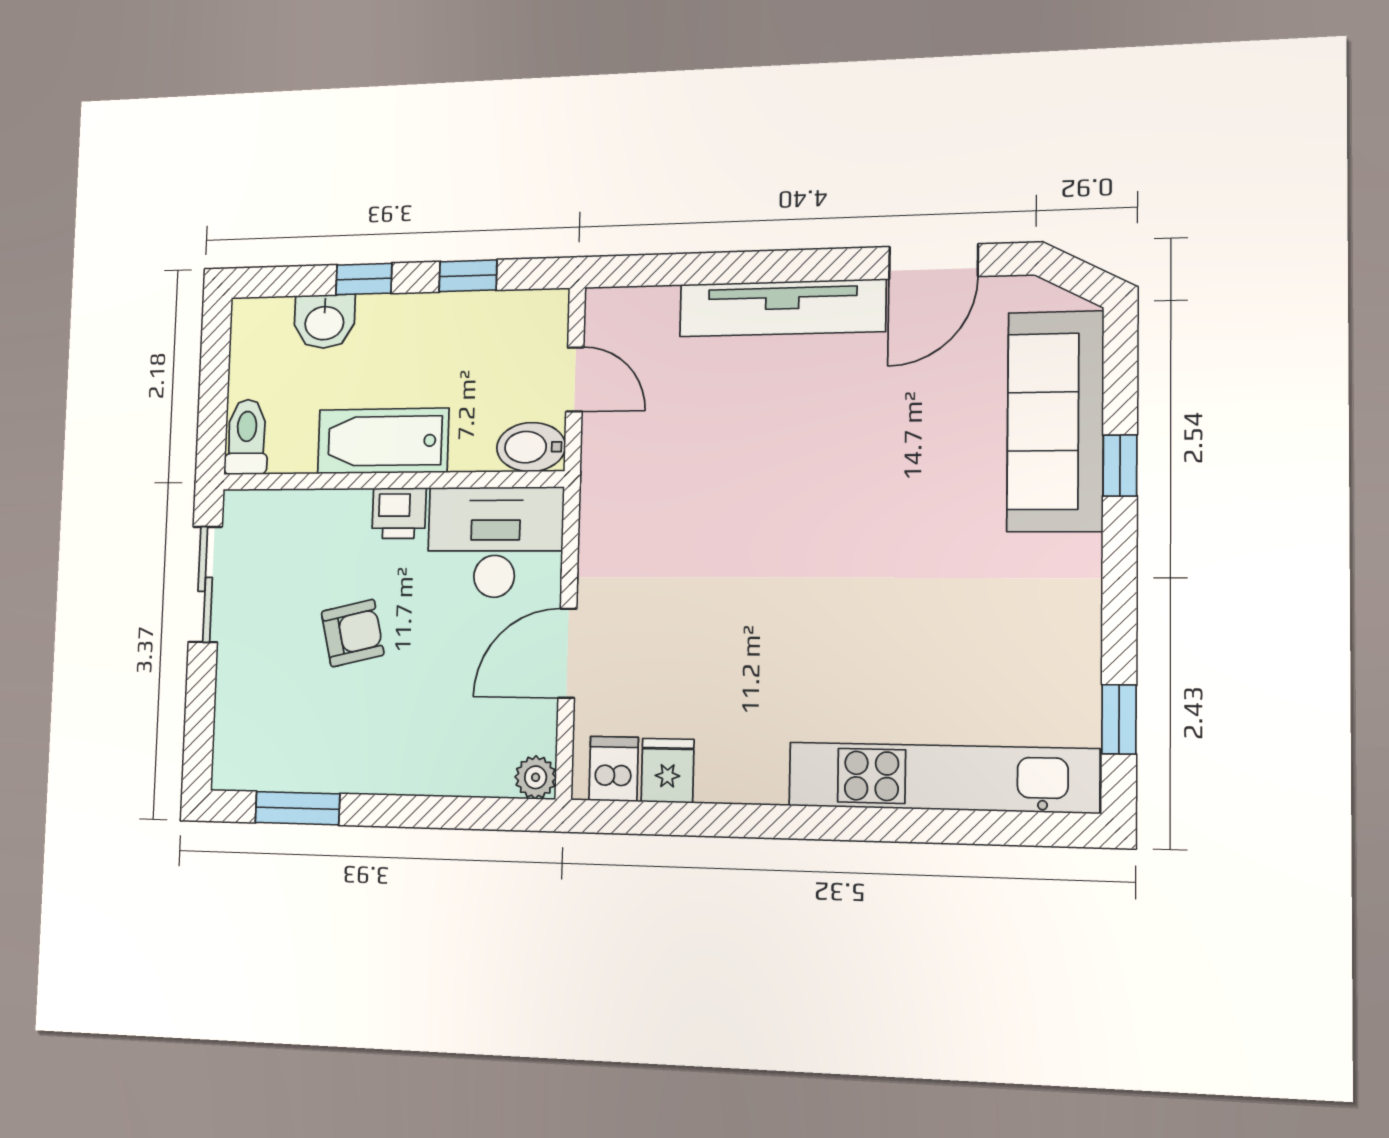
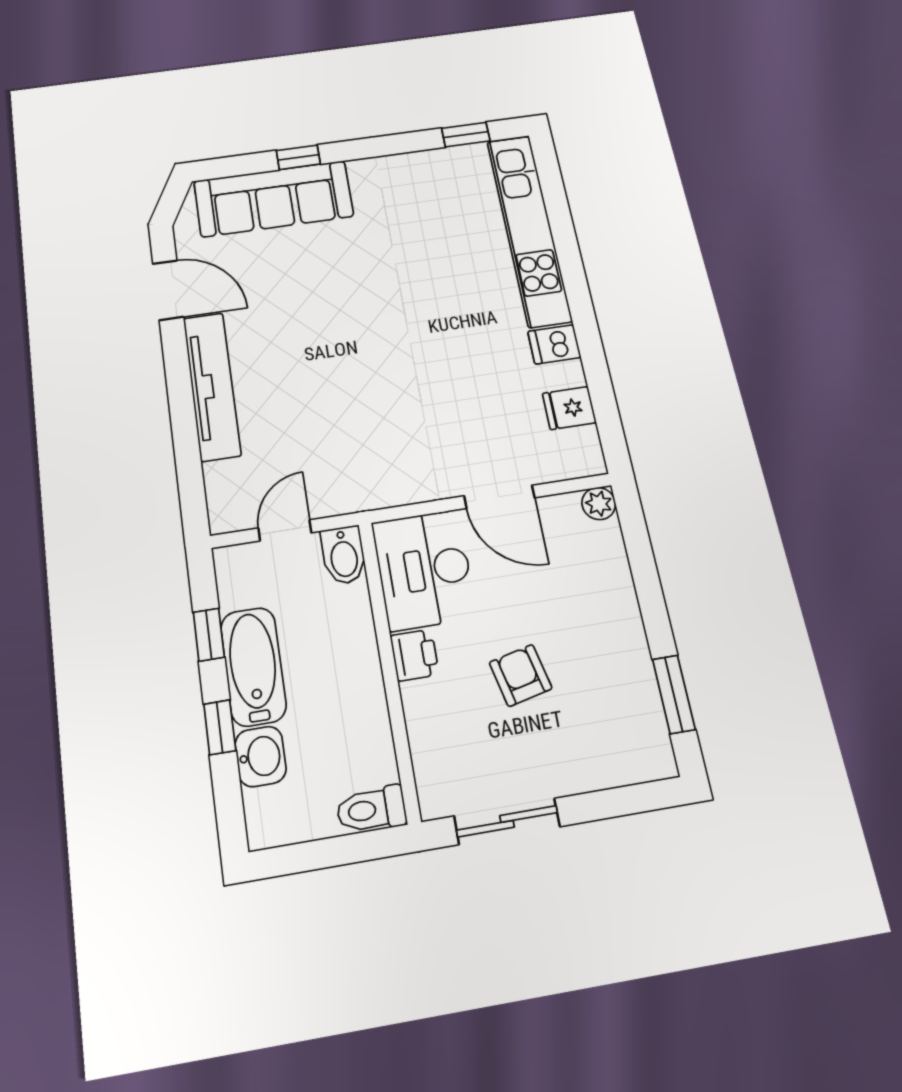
bathtub: (383, 441) -> (253, 666), moved, turned 180
dishwasher: (614, 769) -> (554, 344), moved

